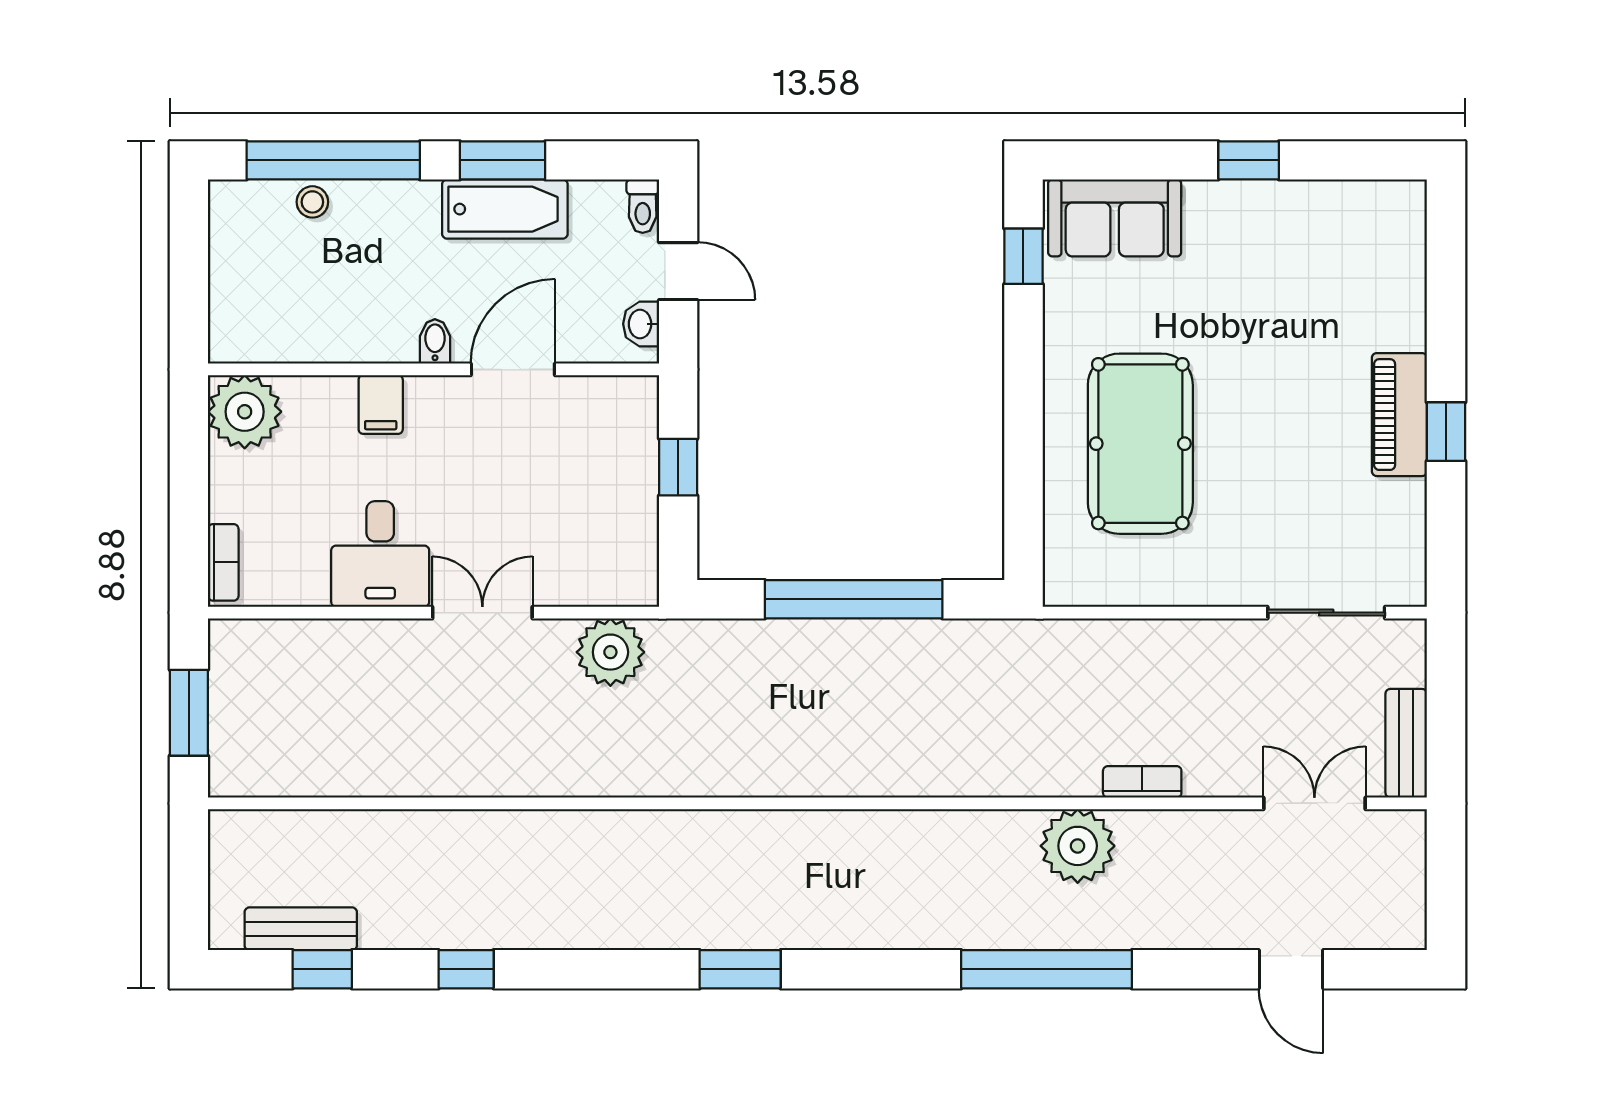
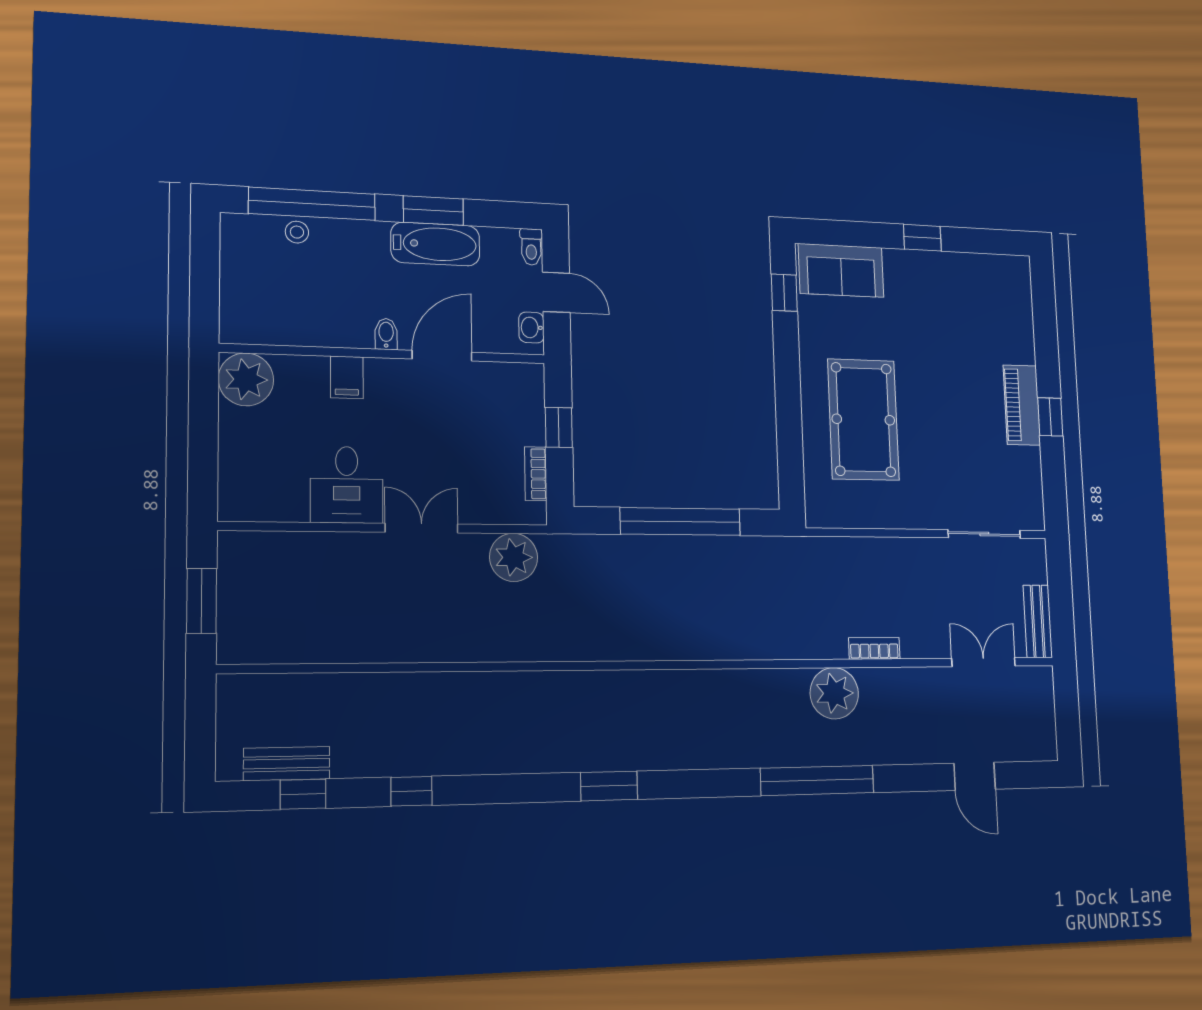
bookcase: (223, 562) -> (536, 474), moved, turned 180

